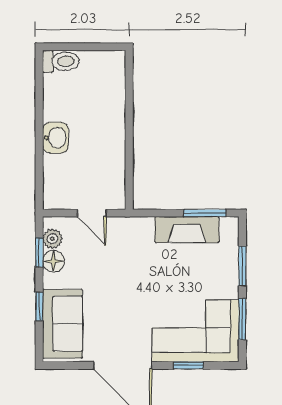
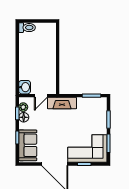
washbasin: (56, 138) -> (25, 87), moved
door: (92, 213) -> (41, 96), hinge flipped
fireplace: (187, 230) -> (62, 103), moved

